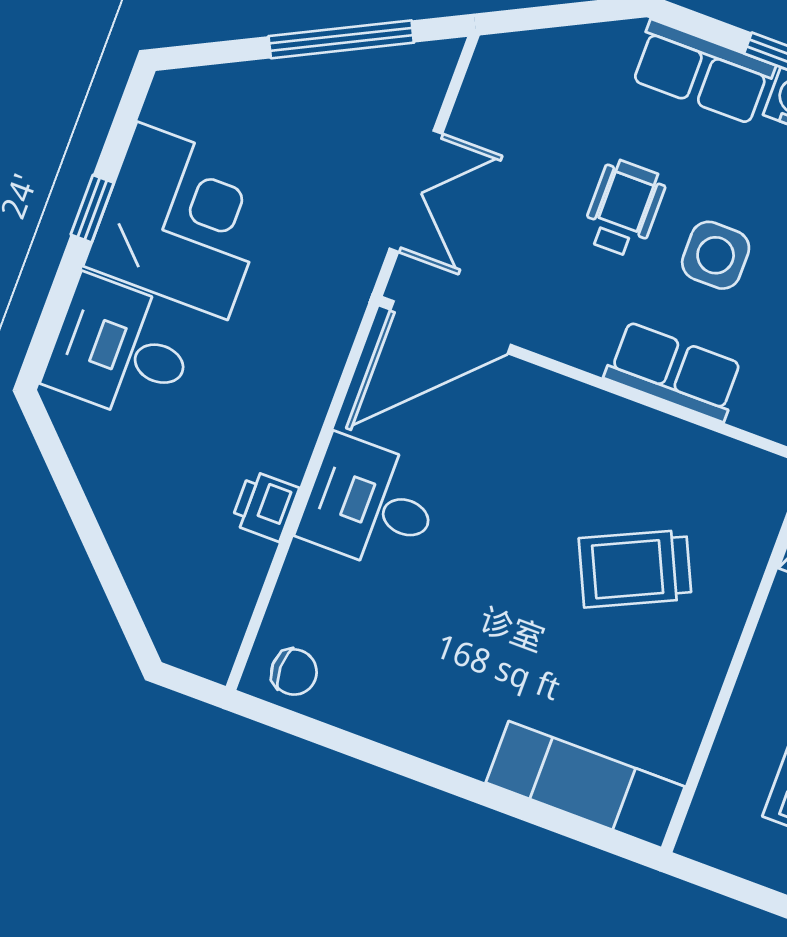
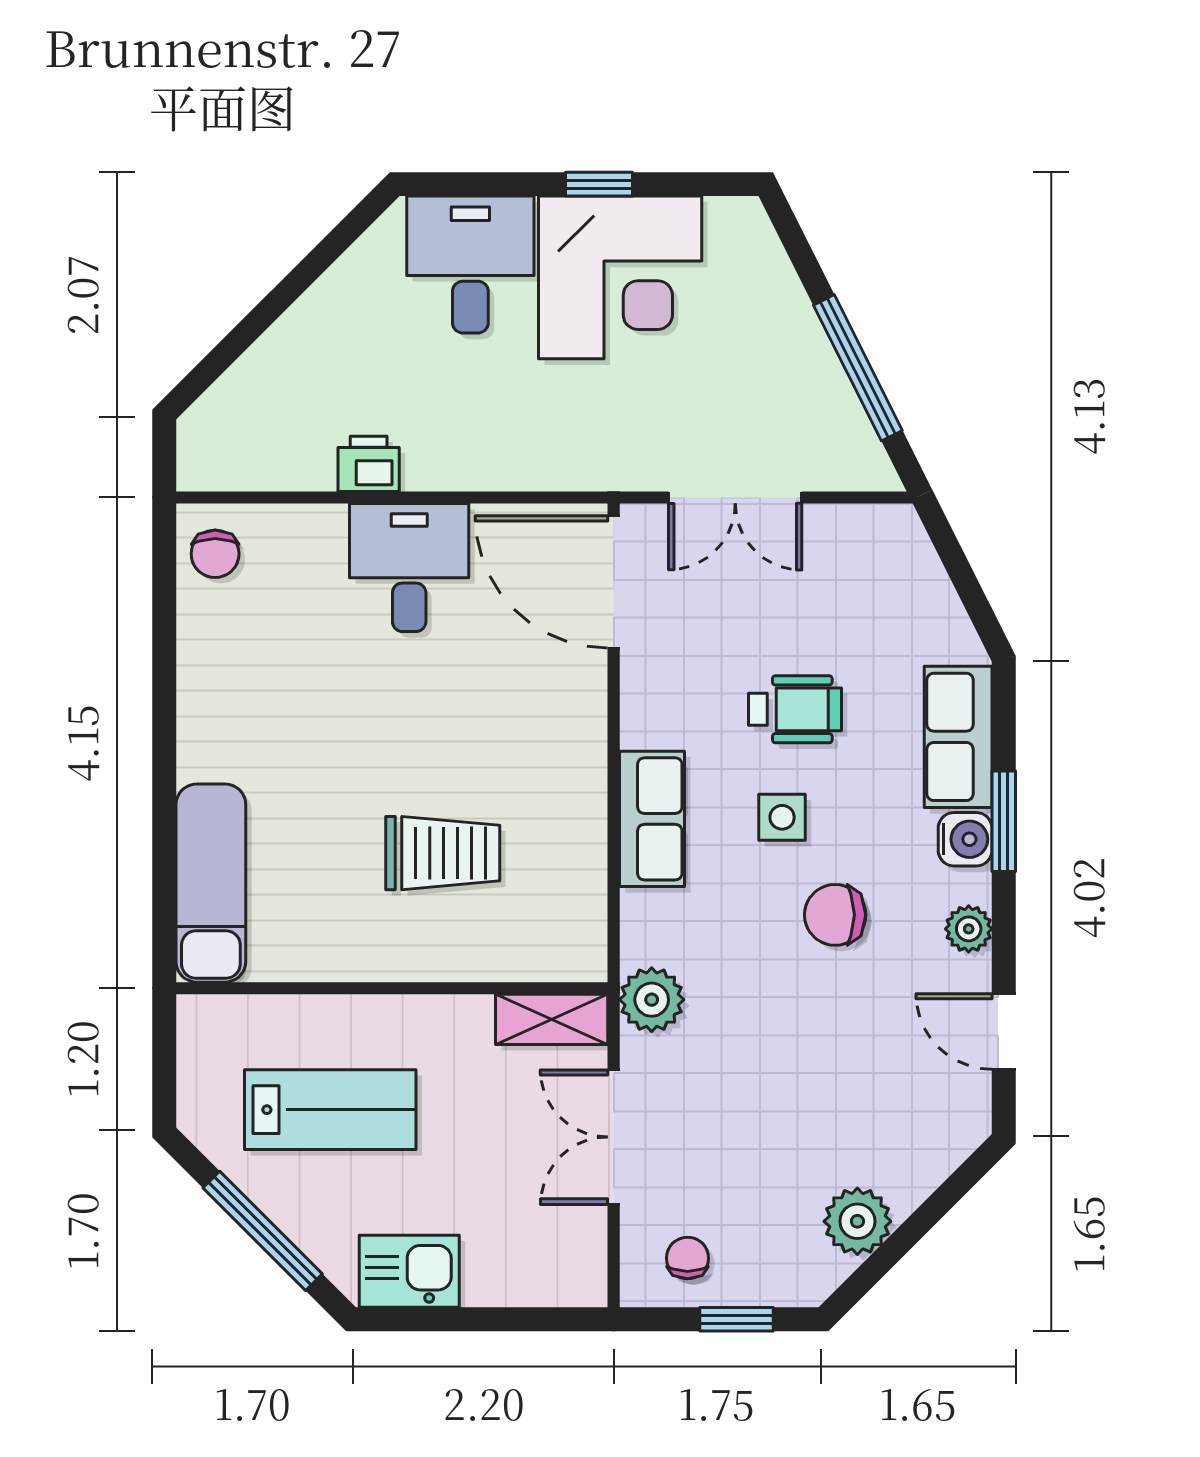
side table: (716, 255) -> (782, 817), width x0.73, depth x0.73
trolley: (635, 569) -> (443, 853), turned 115

